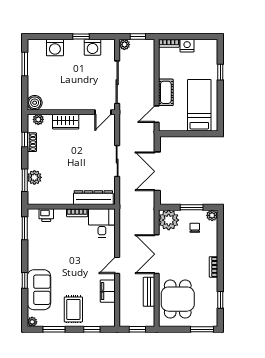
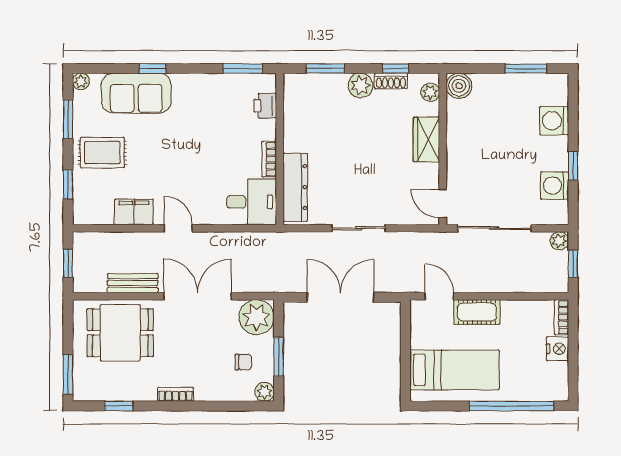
window: (220, 72) -> (512, 406), width x3.17
plant: (34, 177) -> (360, 85), moved

